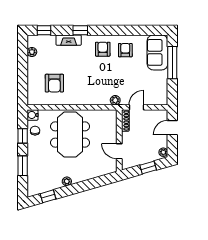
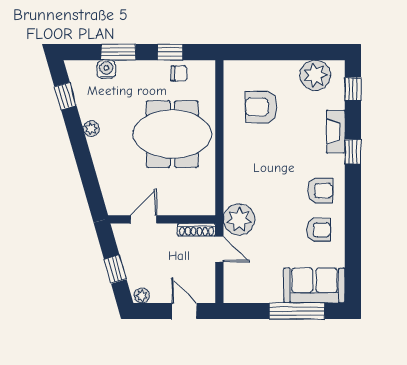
plant: (32, 52) -> (315, 75), width x1.88, depth x1.88
plant: (115, 100) -> (239, 220), width x1.87, depth x1.87
water cooler: (33, 115) -> (106, 69), moved

